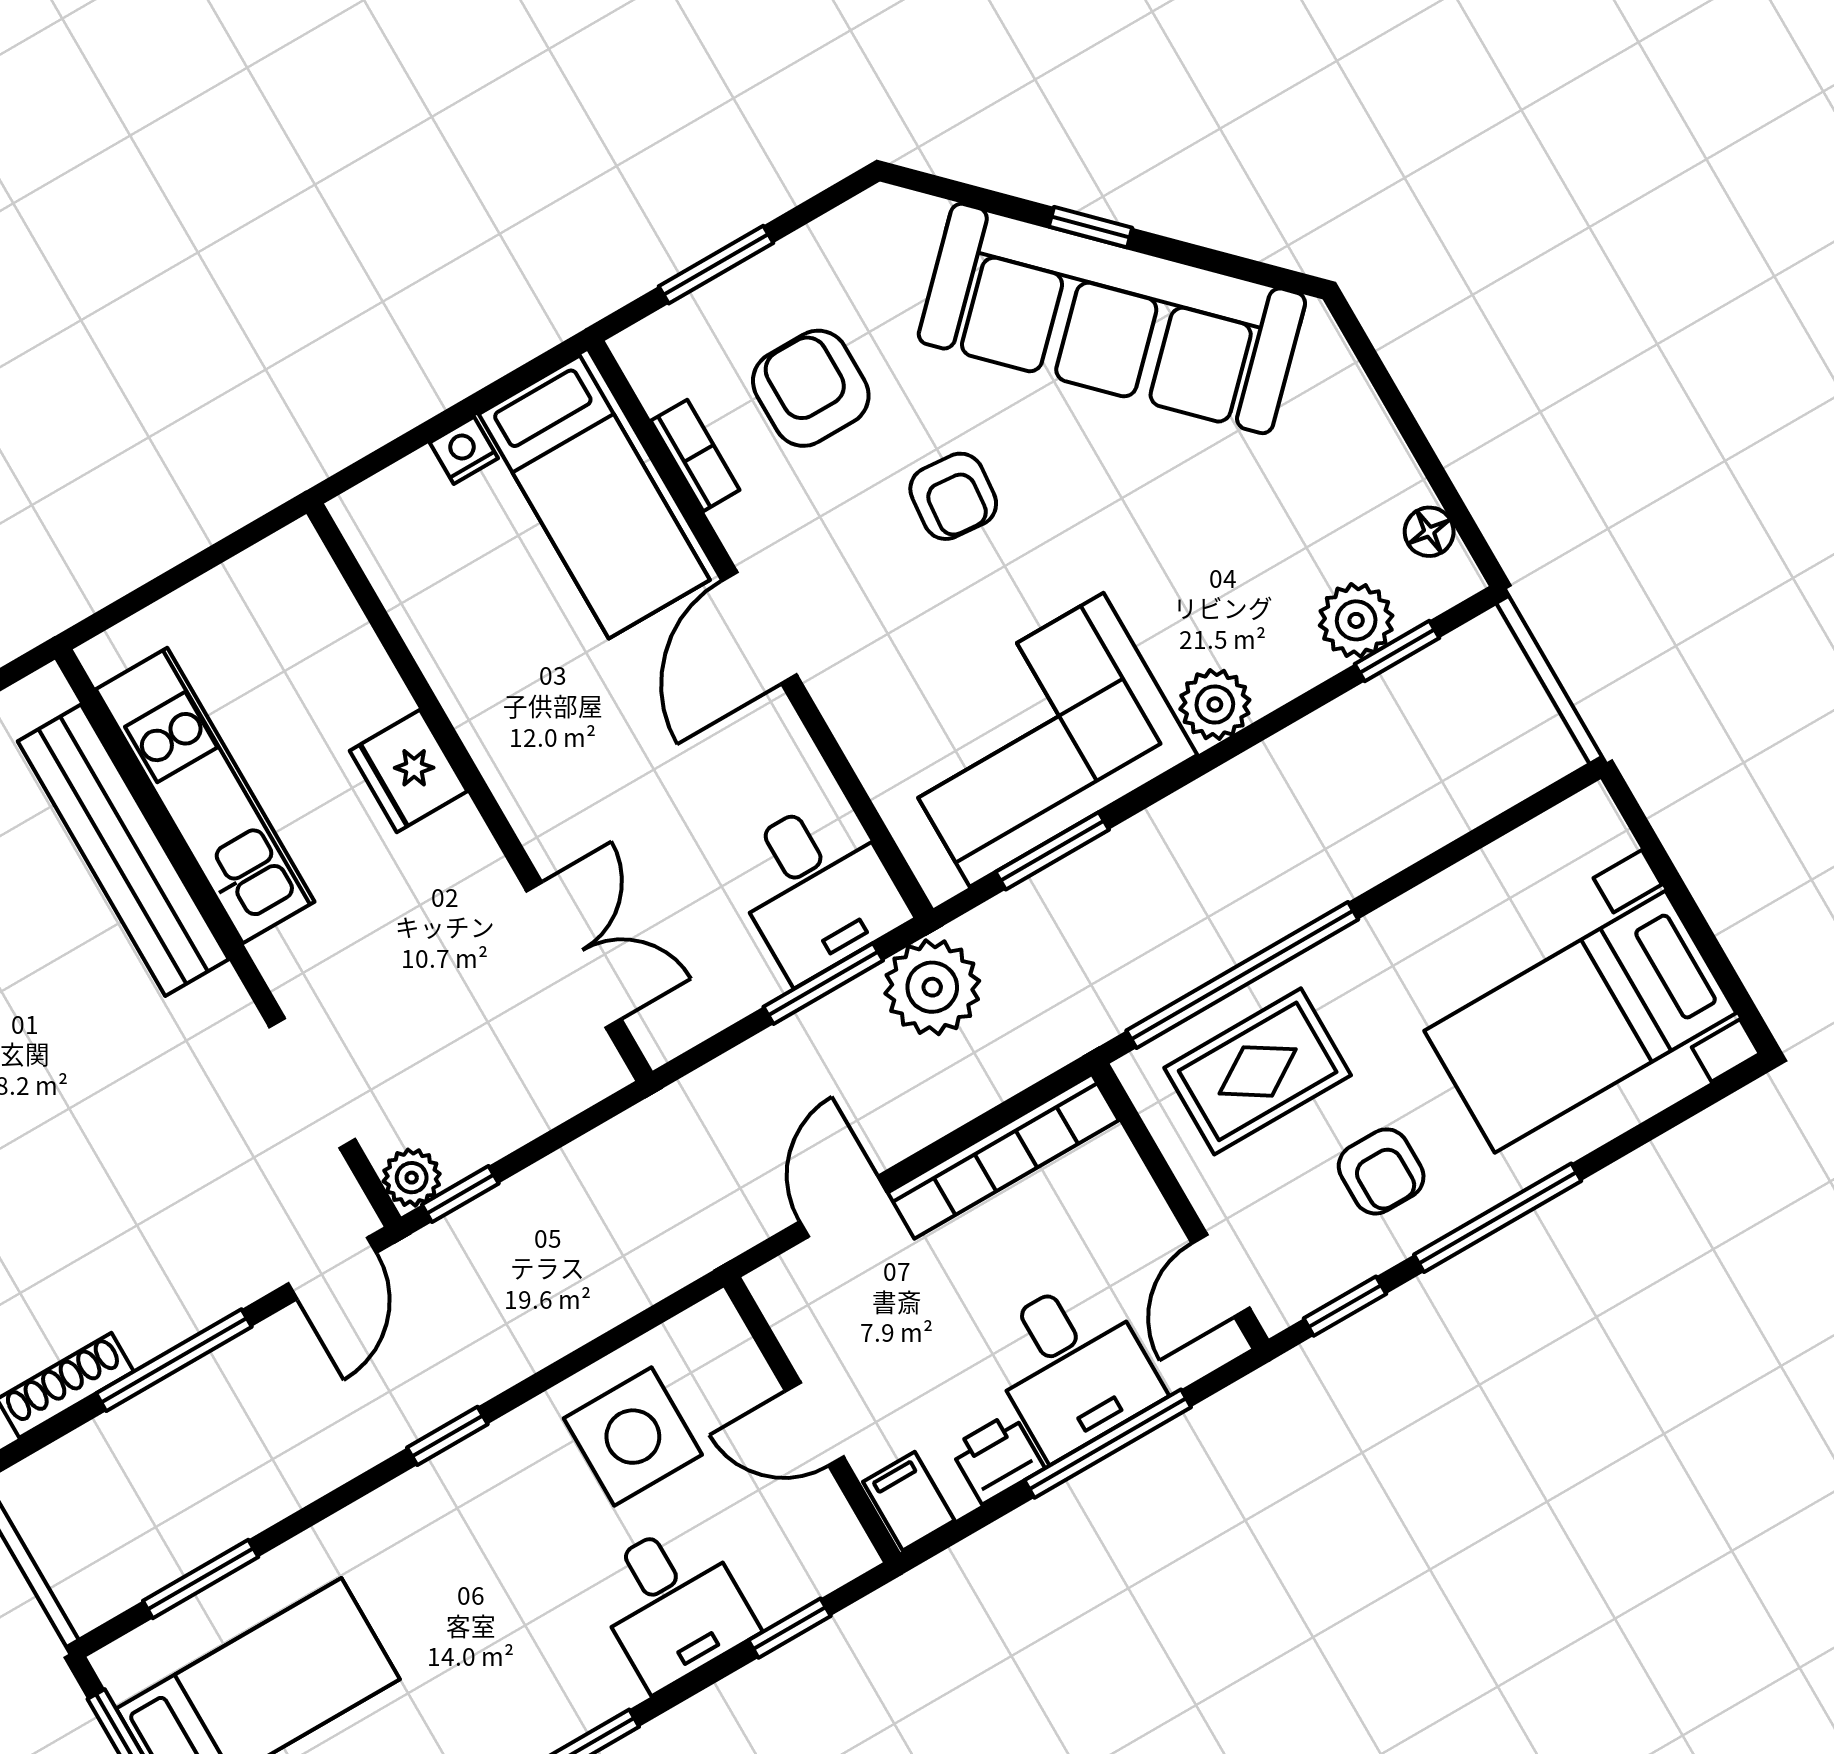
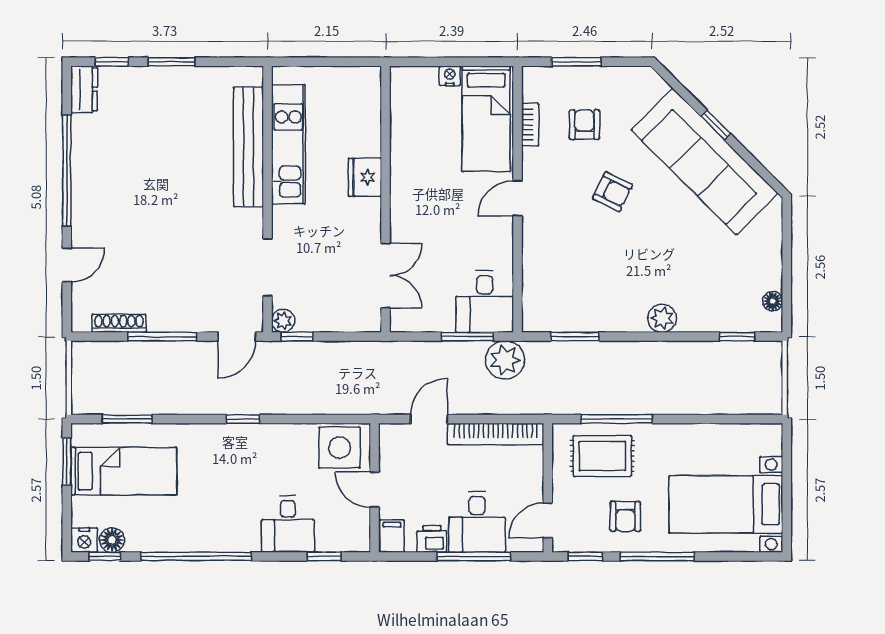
armchair: (811, 388) -> (584, 125), width x0.72, depth x0.72
armchair: (953, 496) -> (613, 192), turned -69
plant: (1356, 620) -> (729, 317), removed
door: (759, 628) -> (517, 198), width x0.73
corner sofa: (1037, 740) -> (592, 294), removed
window: (1242, 975) -> (617, 419), width x0.68
side table: (633, 1437) -> (340, 448), moved

